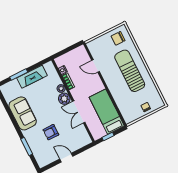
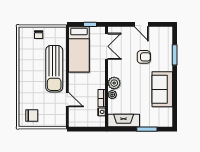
sun lounger: (130, 71) -> (54, 69), moved
fireplace: (32, 77) -> (124, 120), moved
double door: (79, 112) -> (107, 46), moved

